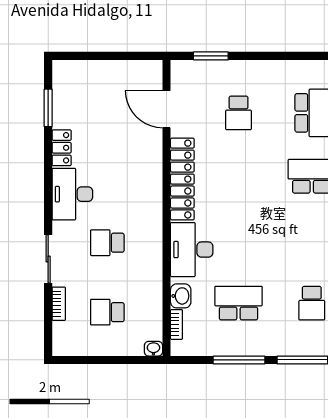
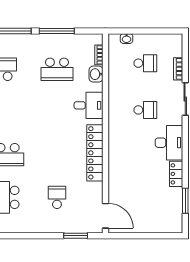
door: (167, 109) -> (105, 216), moved
desk: (192, 250) -> (89, 105), width x0.73
washbasin: (153, 349) -> (127, 39), moved

